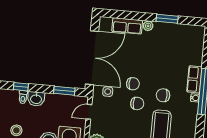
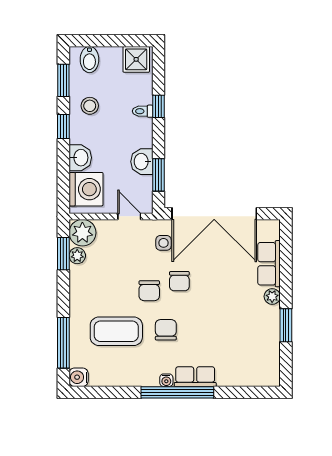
washbasin: (36, 99) -> (142, 162), moved

